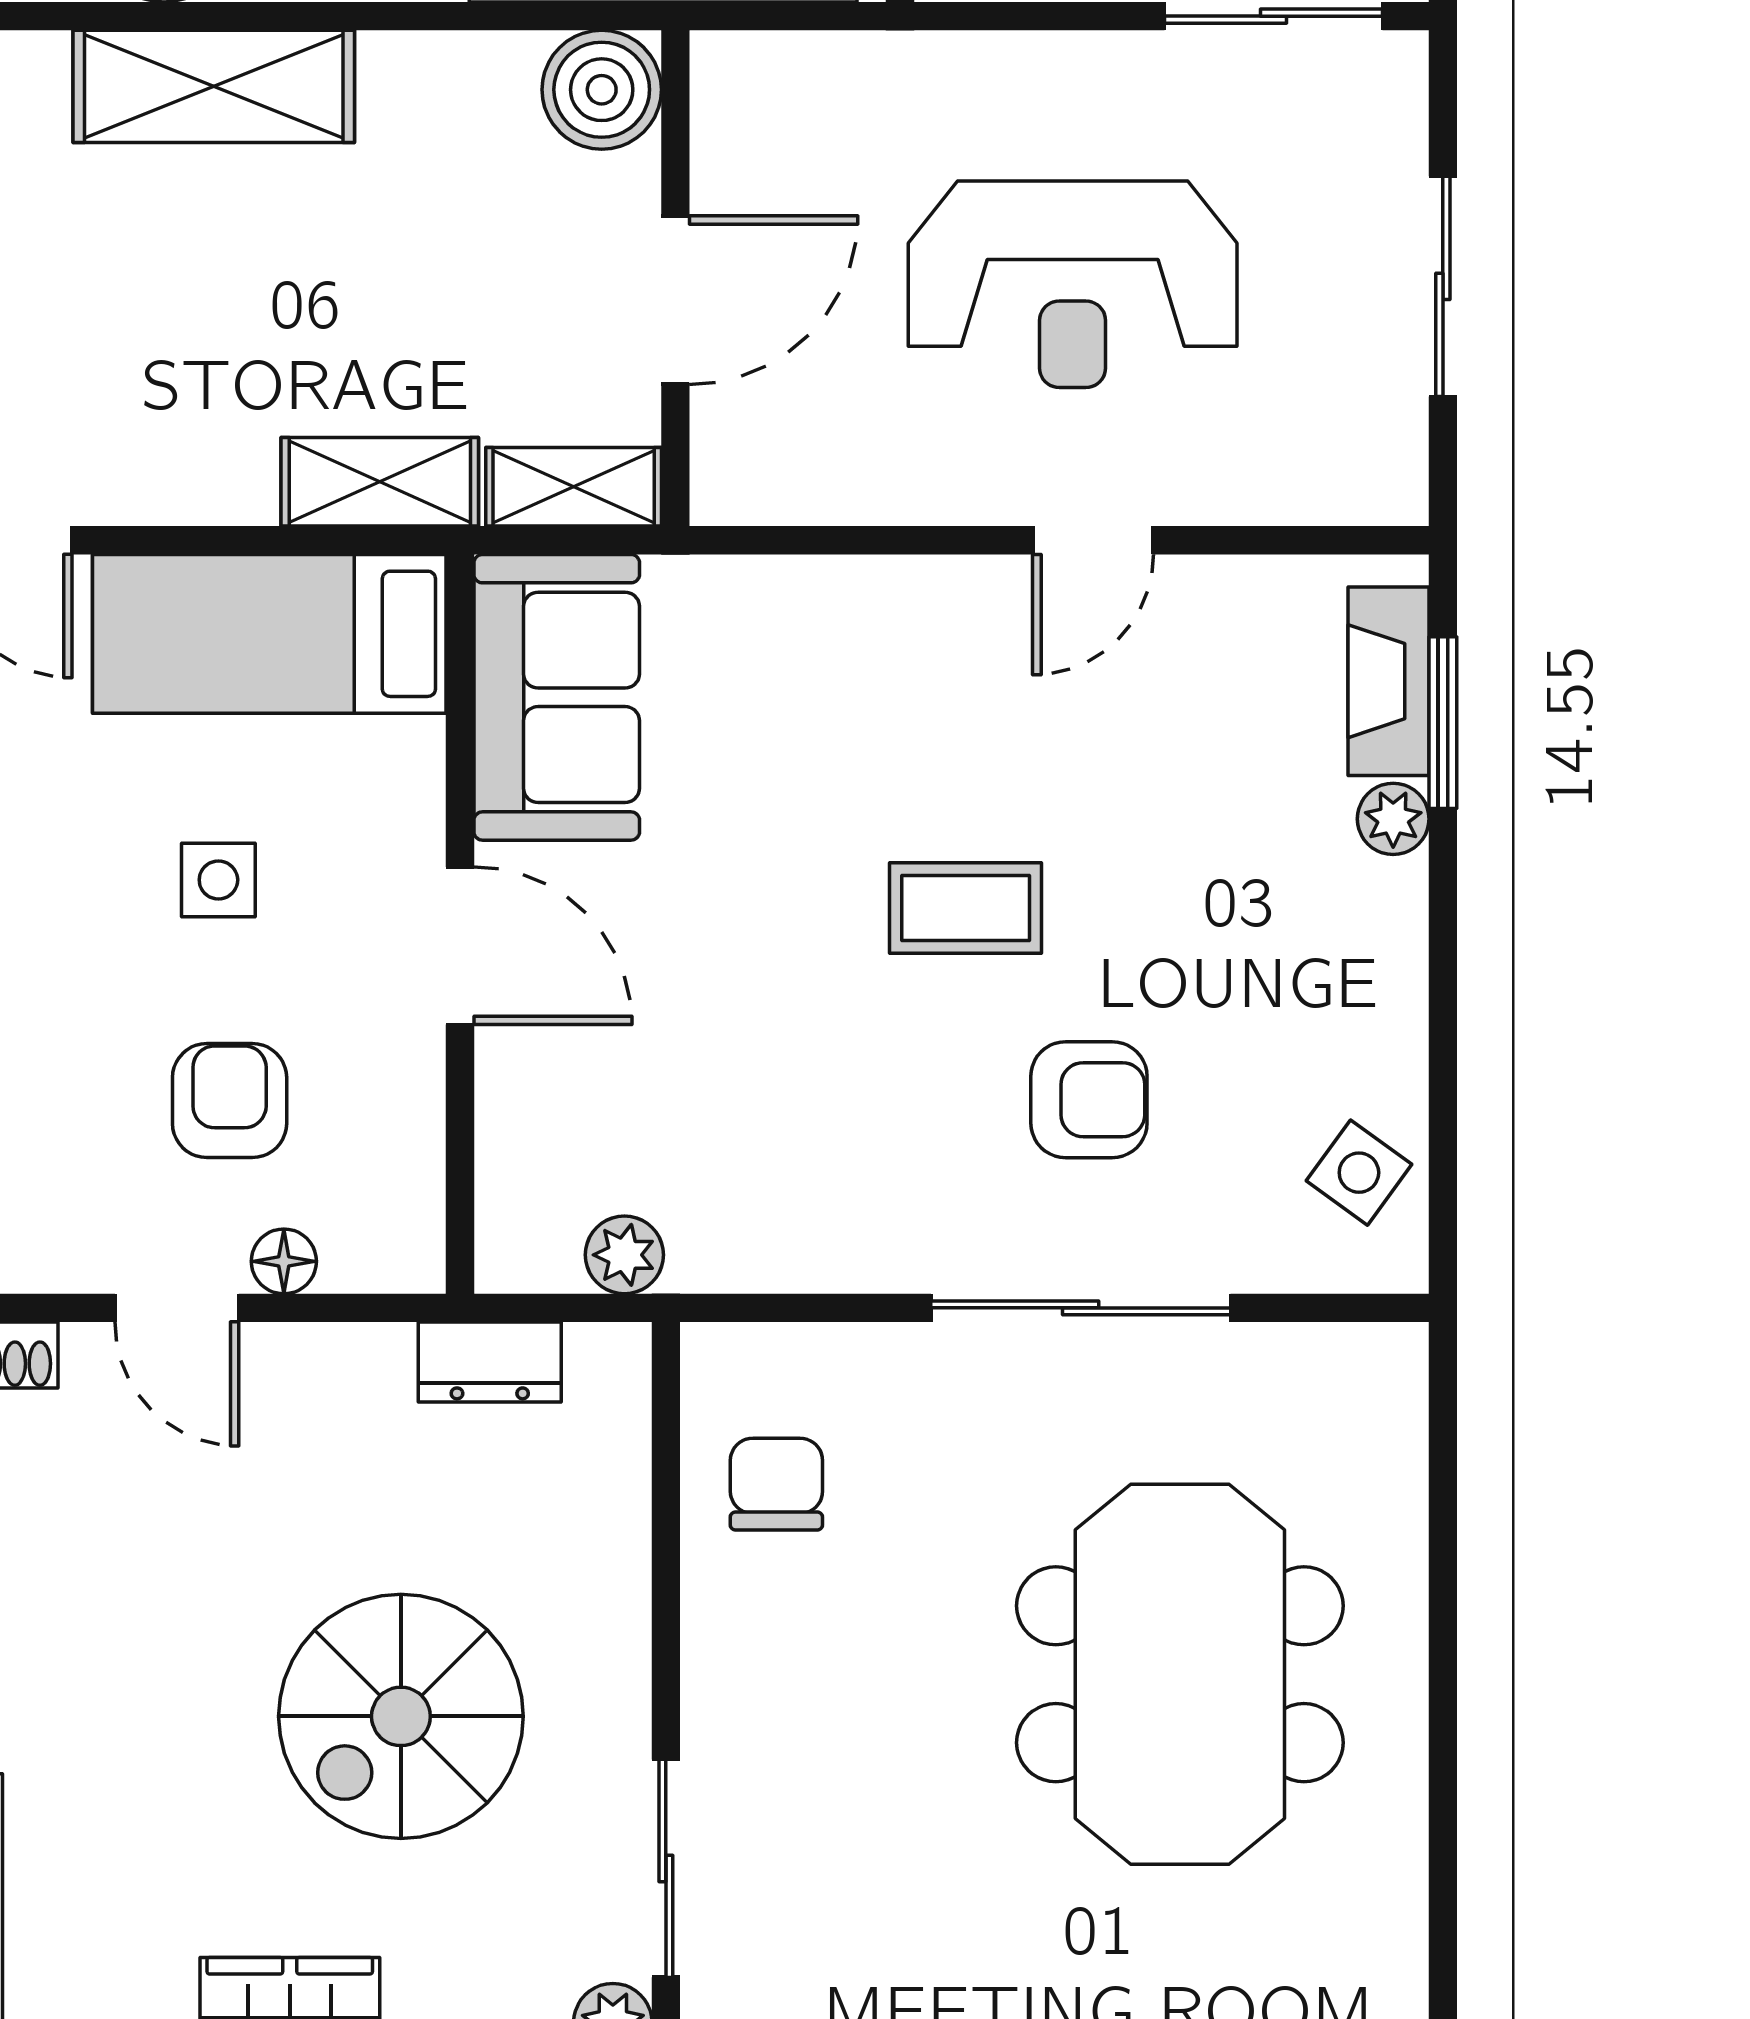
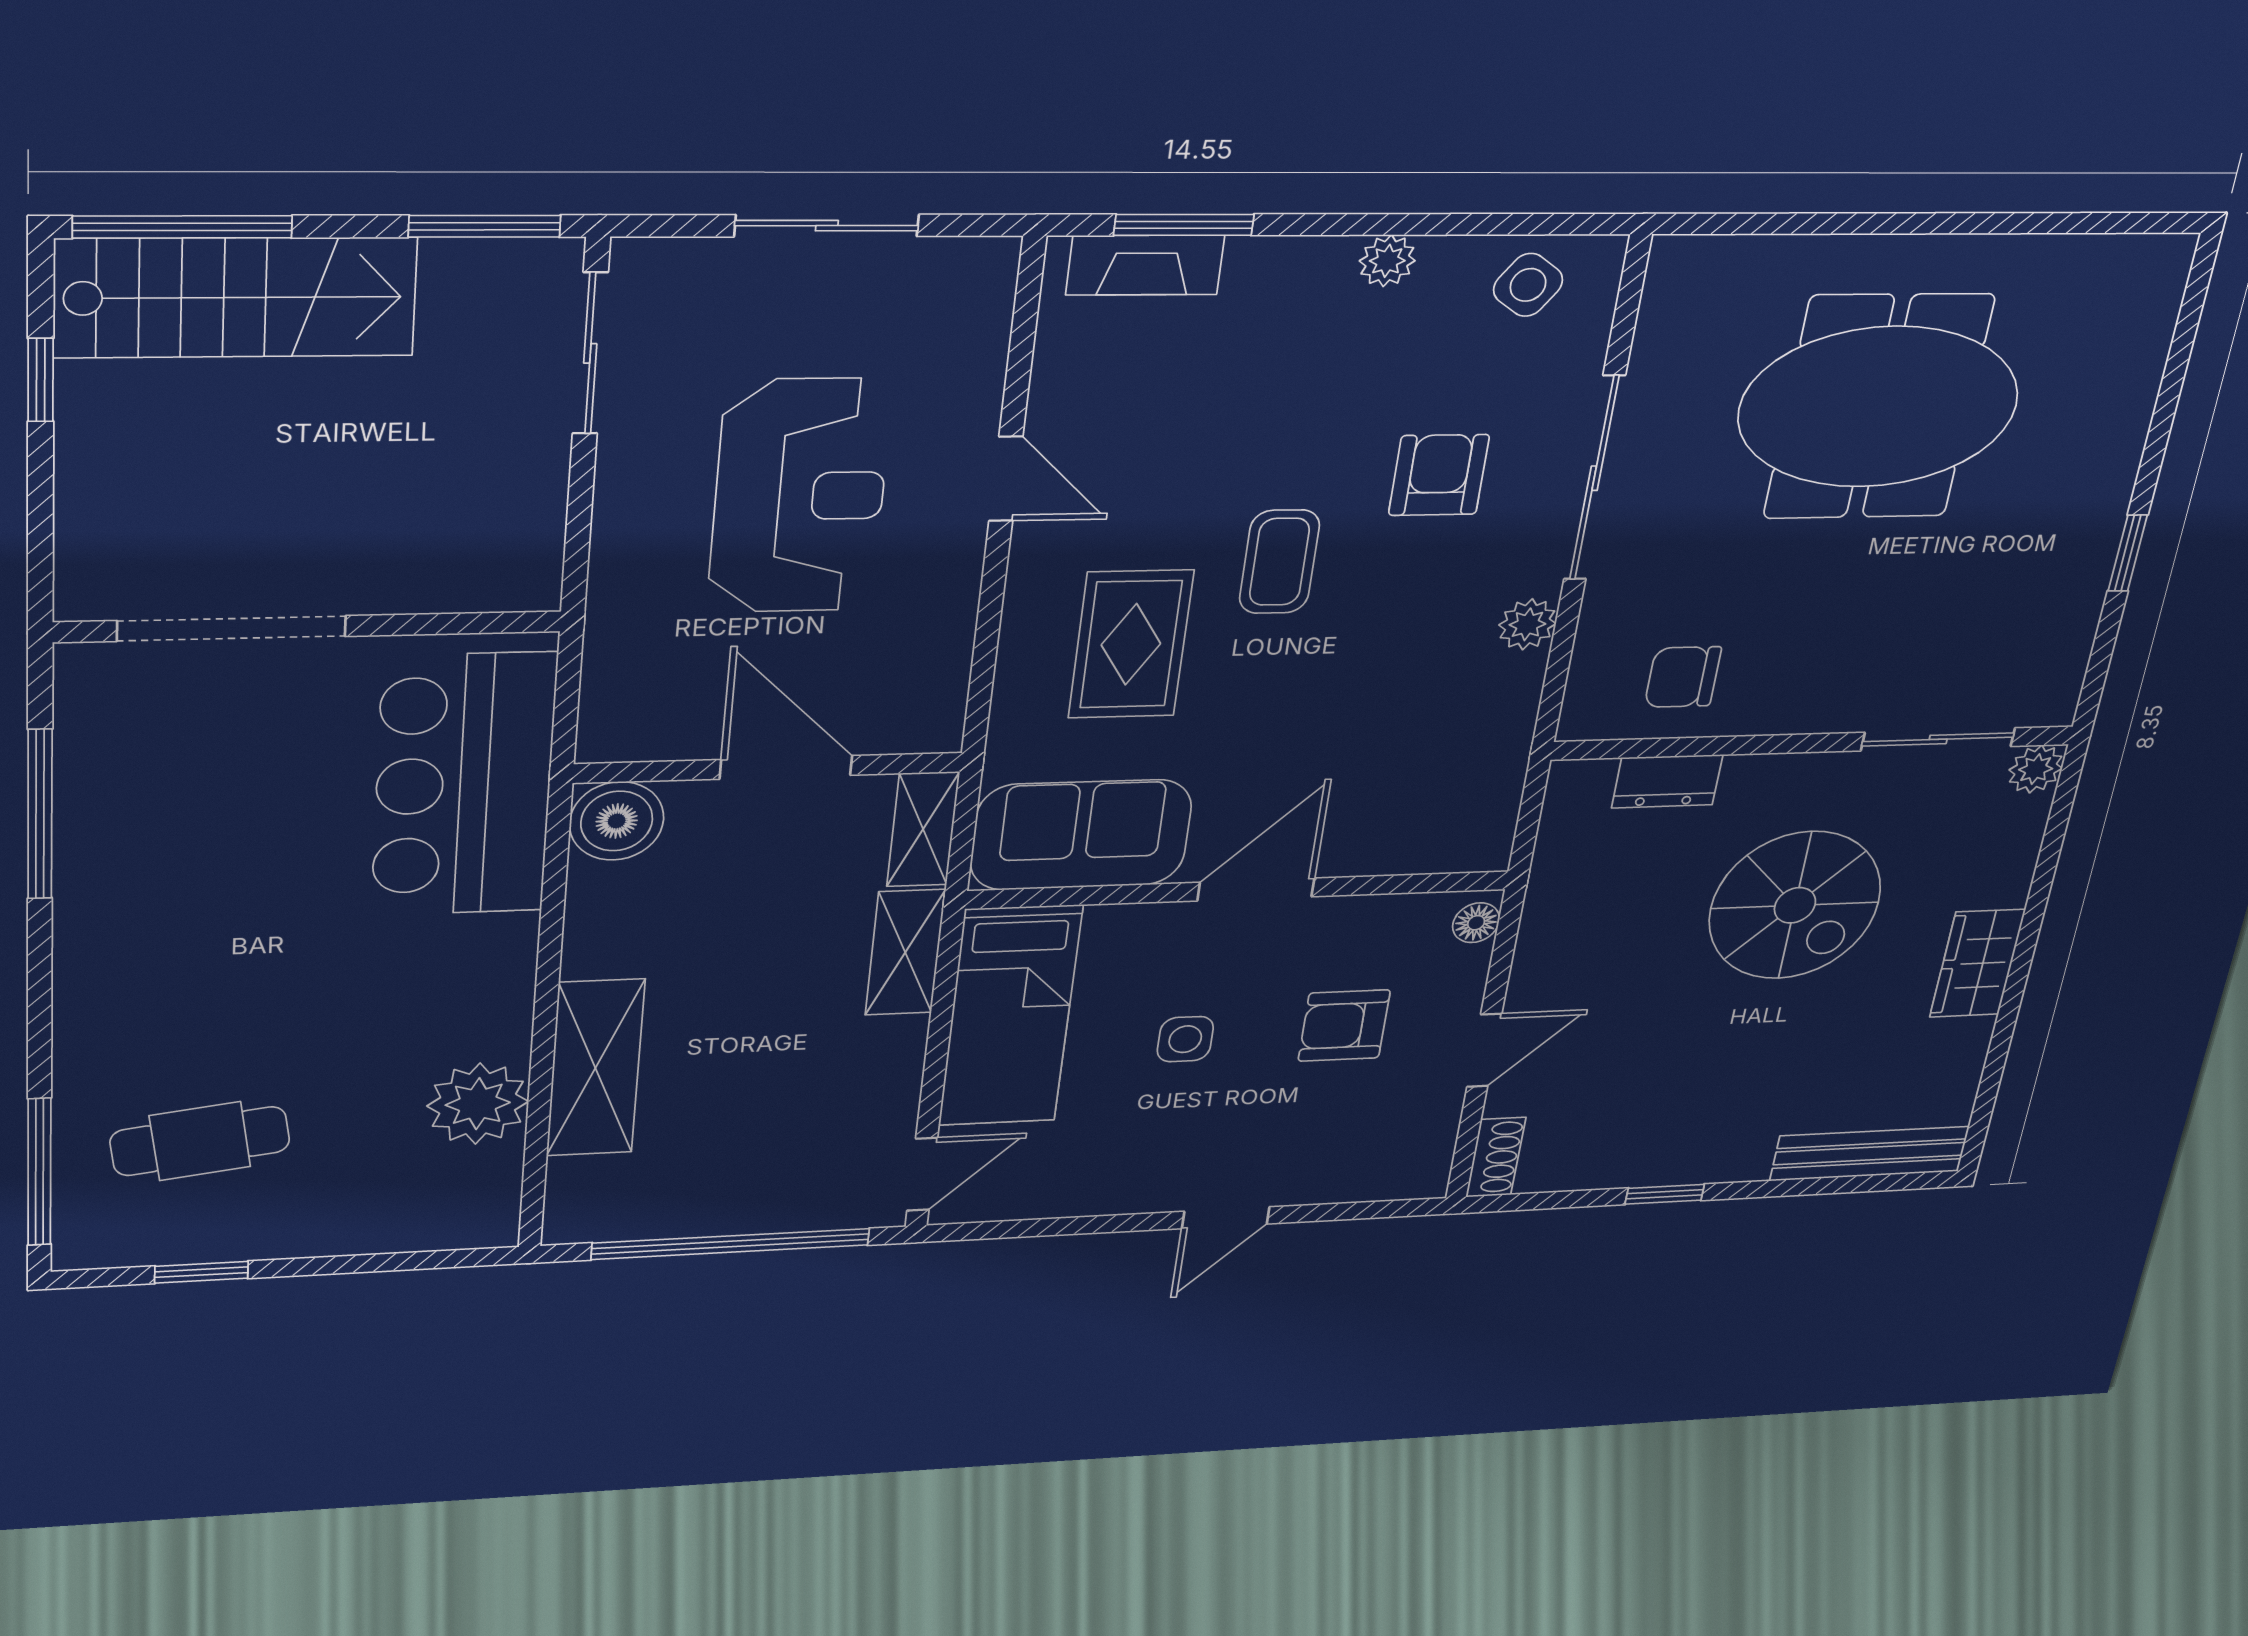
rug: (847, 729) -> (1131, 644), added
plant: (1393, 819) -> (1387, 261), moved
plant: (624, 1255) -> (1527, 624), moved
floor lamp: (284, 1261) -> (1476, 923), moved
dresser: (490, 1362) -> (1667, 781), moved, turned 90

